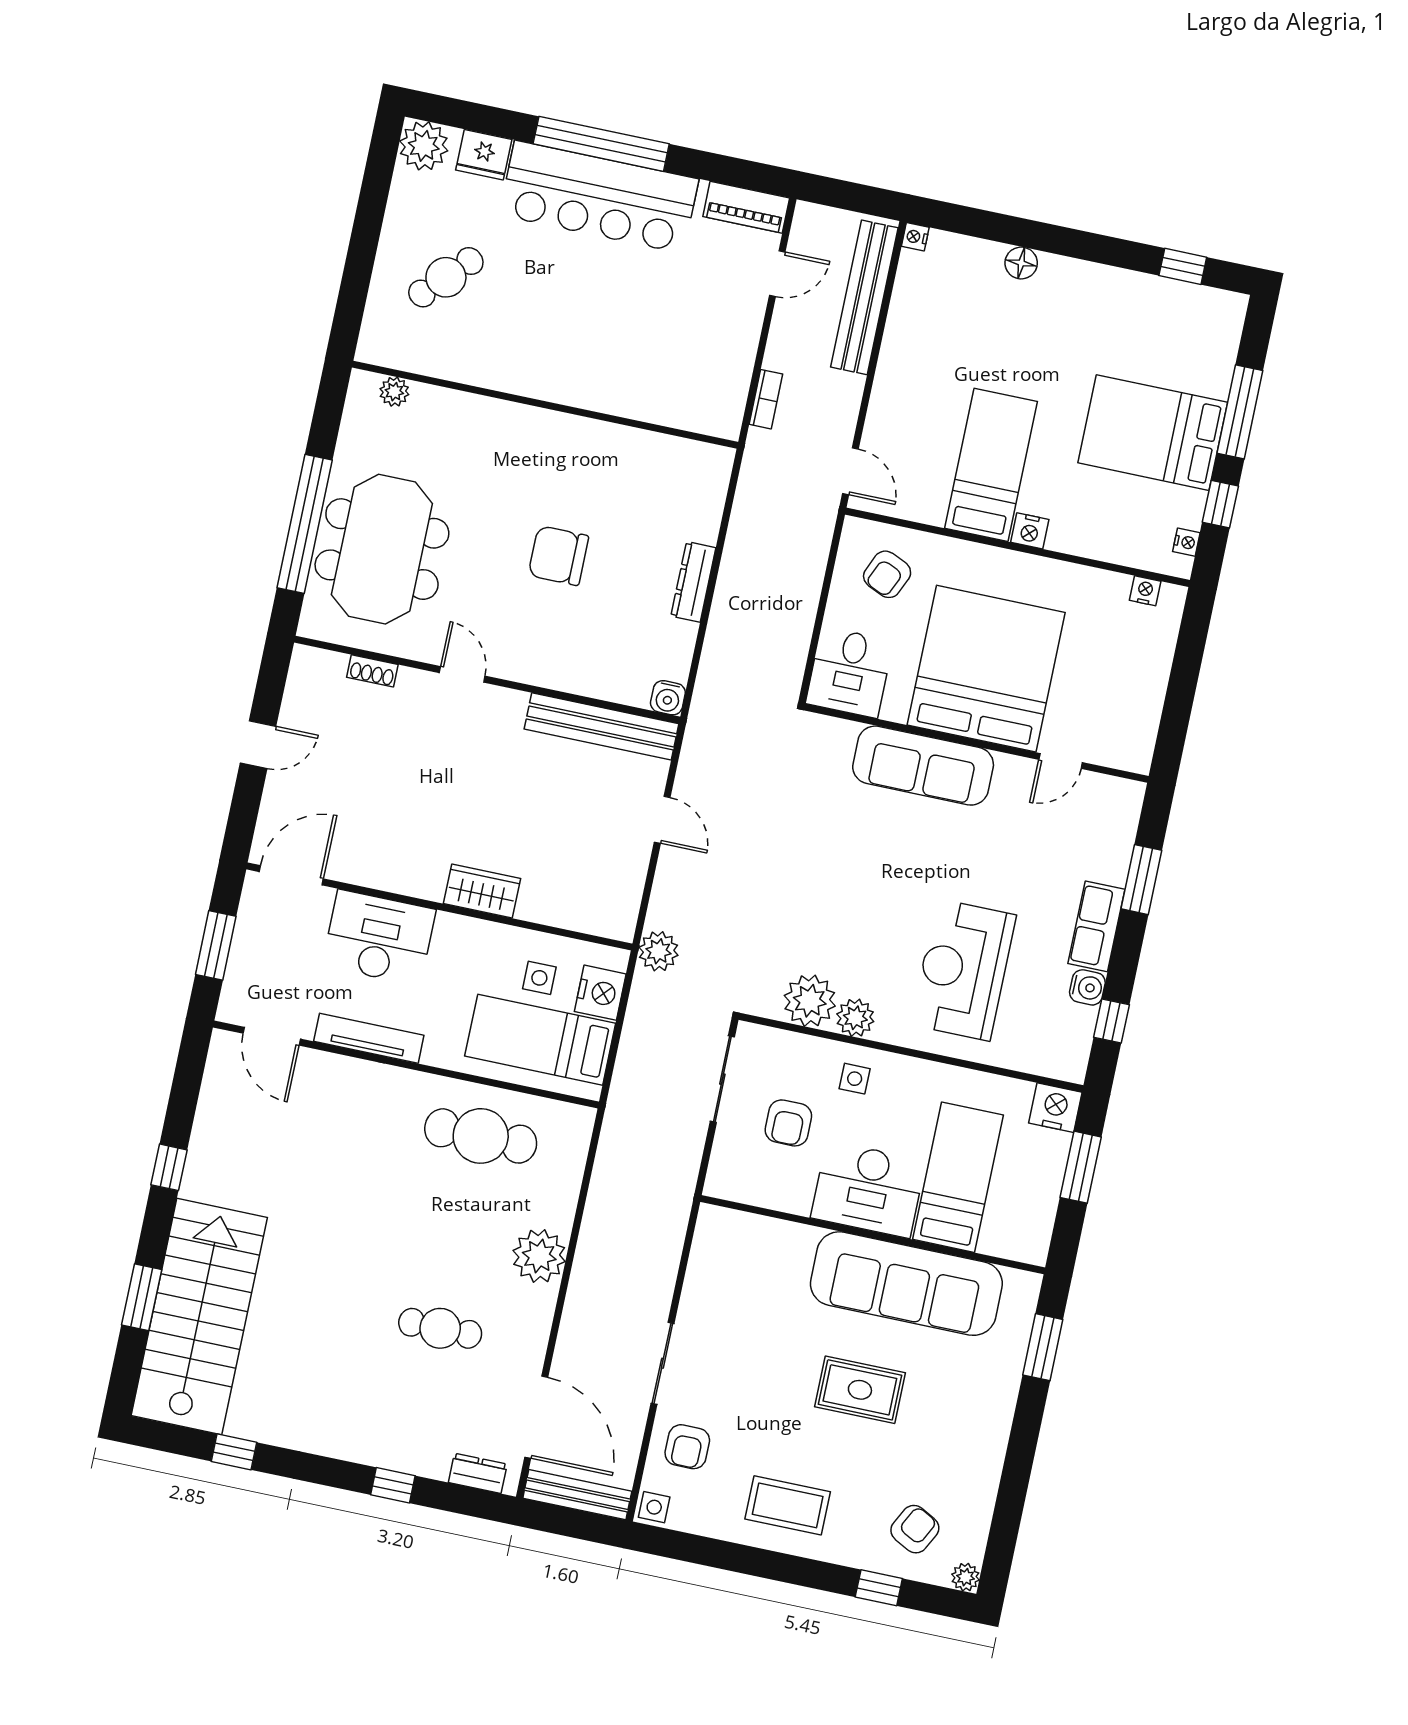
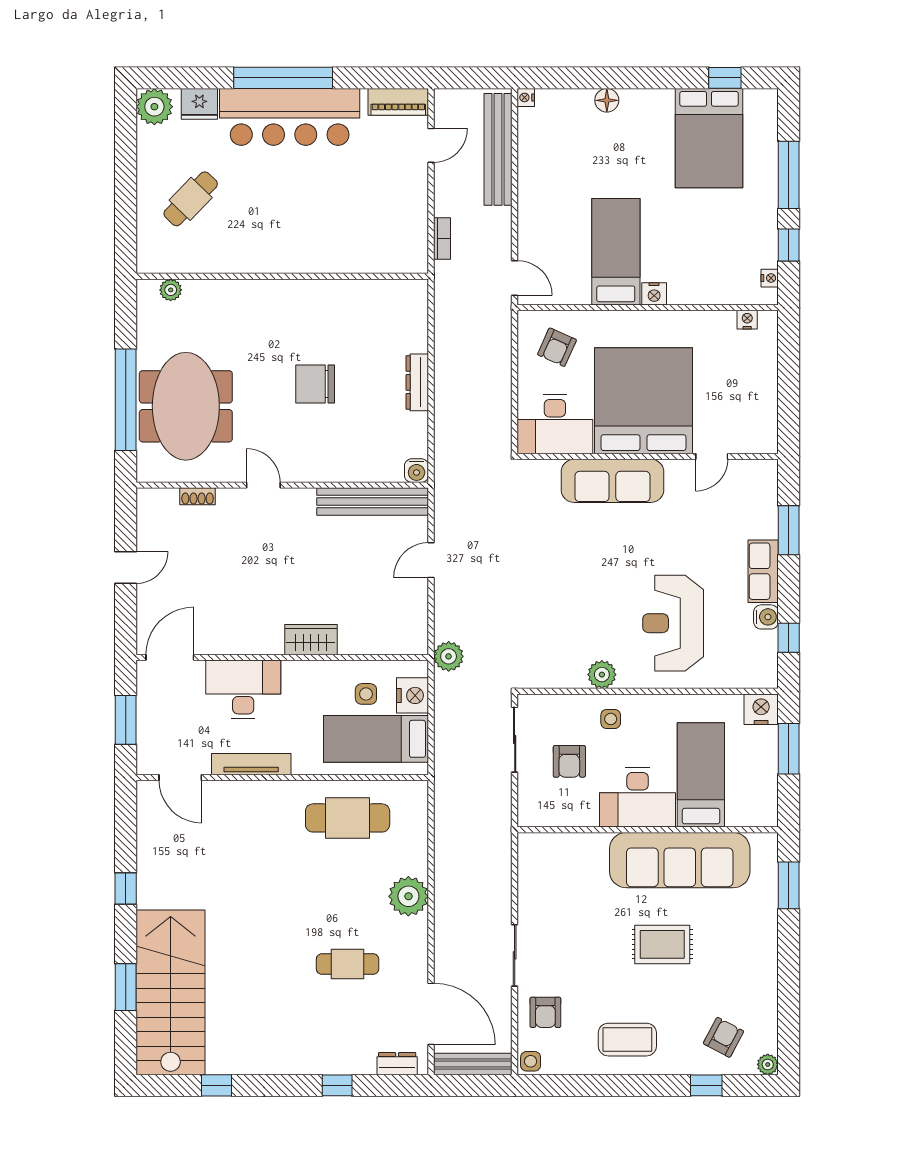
bed: (1153, 433) -> (709, 138), moved, turned -90
desk: (849, 672) -> (555, 424), width x1.37
door: (662, 820) -> (431, 560), swing flipped
plant: (810, 1001) -> (566, 669), removed

